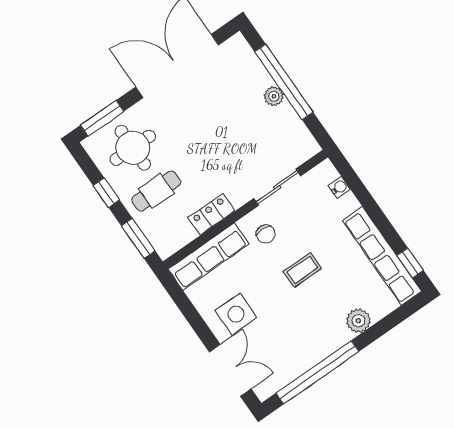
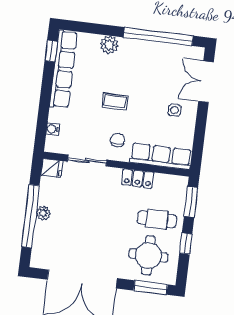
fridge: (306, 148) -> (52, 168), added
side table: (236, 314) -> (174, 110), width x0.54, depth x0.54

